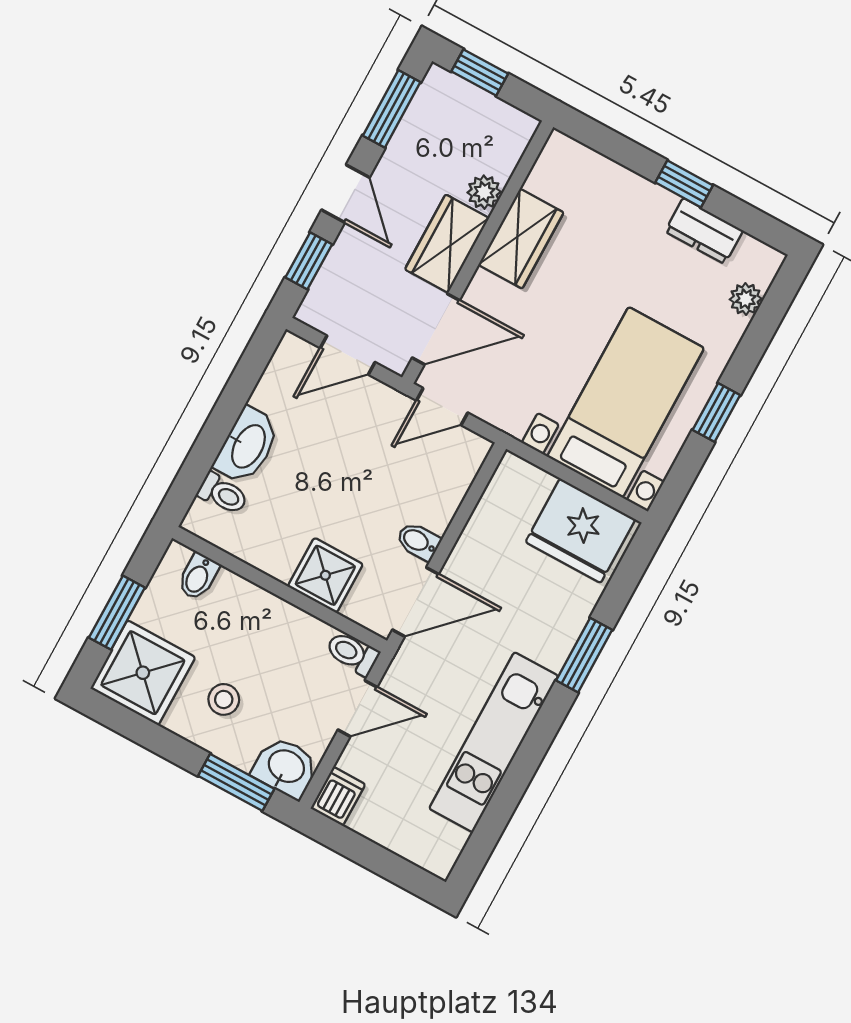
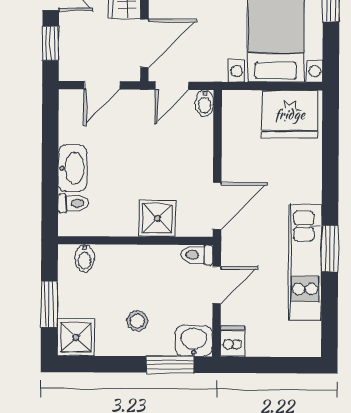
bidet: (418, 541) -> (205, 103), moved, turned -90
window: (584, 655) -> (330, 248), moved
shower: (143, 673) -> (76, 337), width x0.73, depth x0.73

